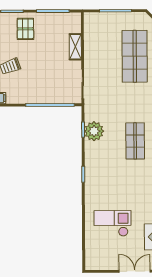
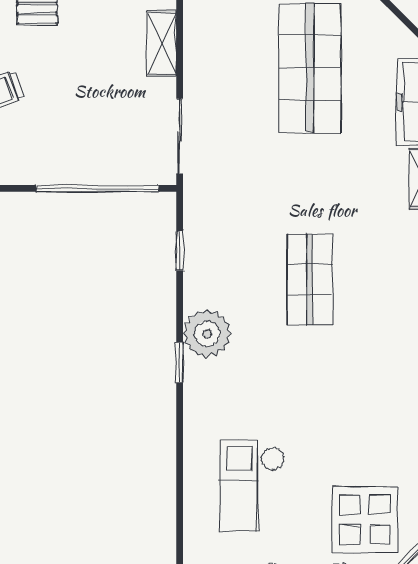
plant: (94, 131) -> (207, 334), moved
checkout: (113, 223) -> (252, 485), turned -90

